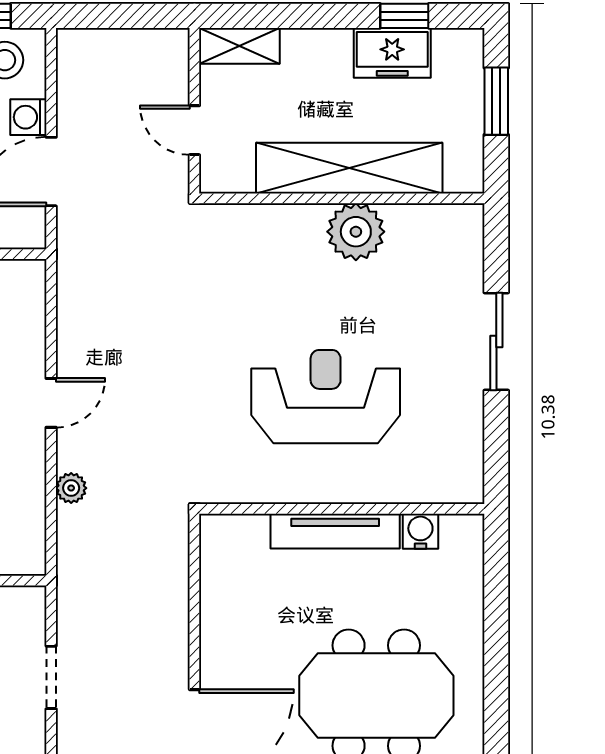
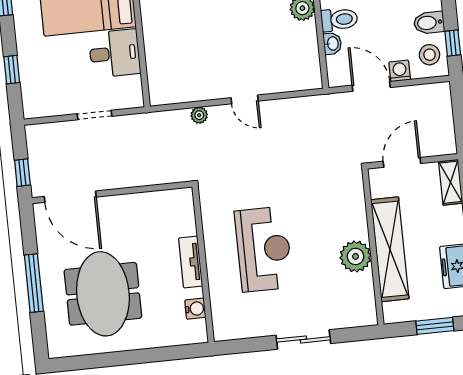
door: (194, 130) -> (402, 162), width x1.37
tv unit: (335, 531) -> (191, 262), width x0.71

